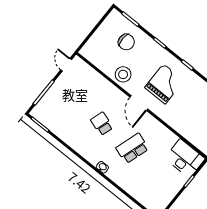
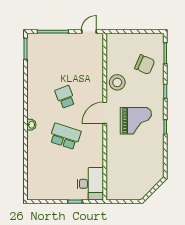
chair: (126, 42) -> (145, 64), turned -67
school desk: (102, 124) -> (65, 97), turned -39

